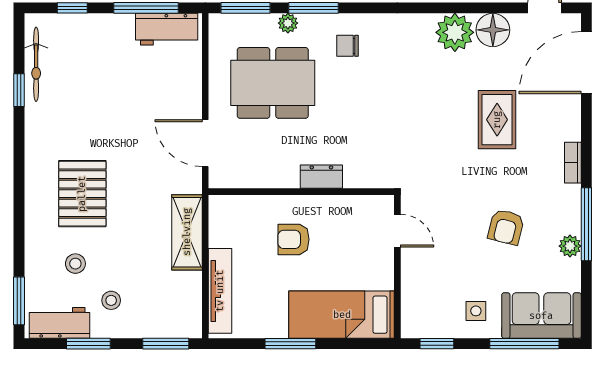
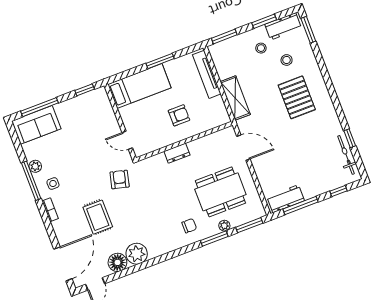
armchair: (506, 227) -> (120, 179), moved
side table: (476, 311) -> (53, 184), moved

